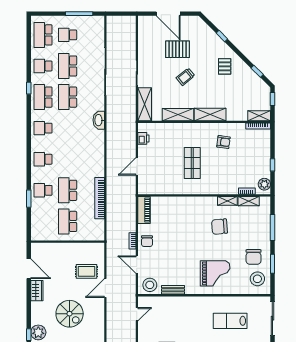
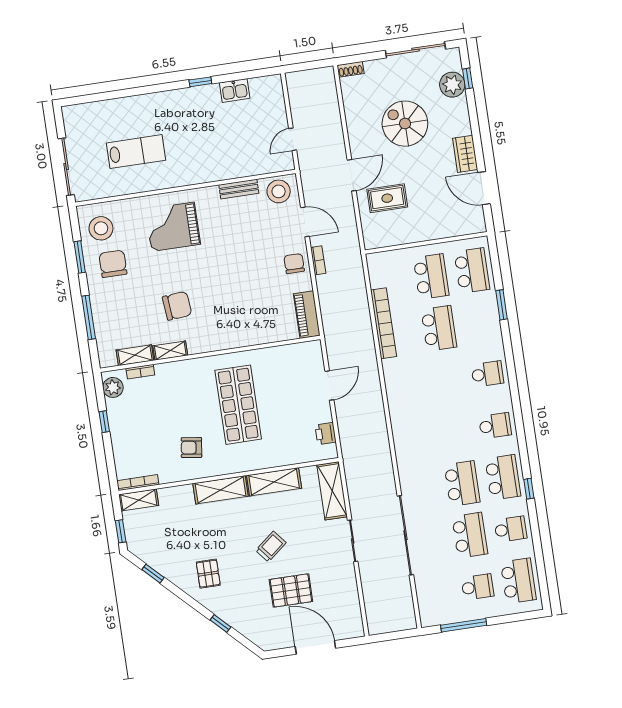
washbasin: (99, 120) -> (404, 453), removed
shop shelf: (192, 163) -> (238, 405), width x1.43, depth x1.36
school desk: (43, 190) -> (472, 270), moved, width x1.85

